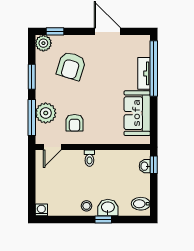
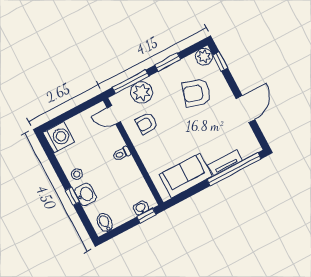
washing machine: (41, 210) -> (59, 137), width x1.89, depth x1.89

